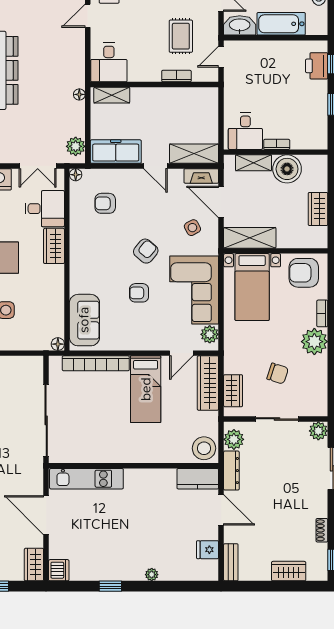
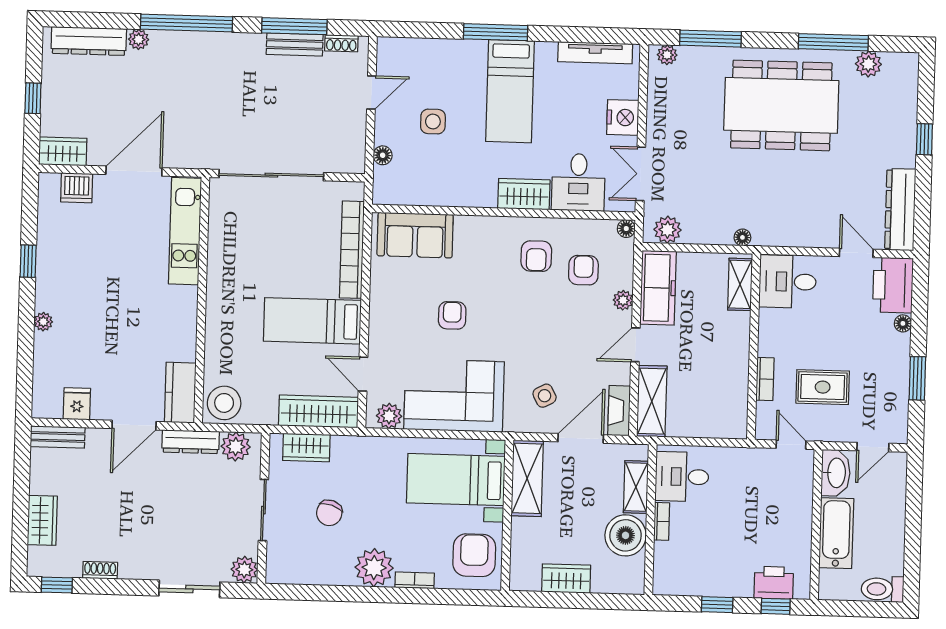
plant: (125, 175) -> (623, 300), added
armchair: (146, 251) -> (536, 256), moved, turned 50
floor lamp: (58, 344) -> (383, 155), moved
dishwasher: (59, 570) -> (77, 188), moved

